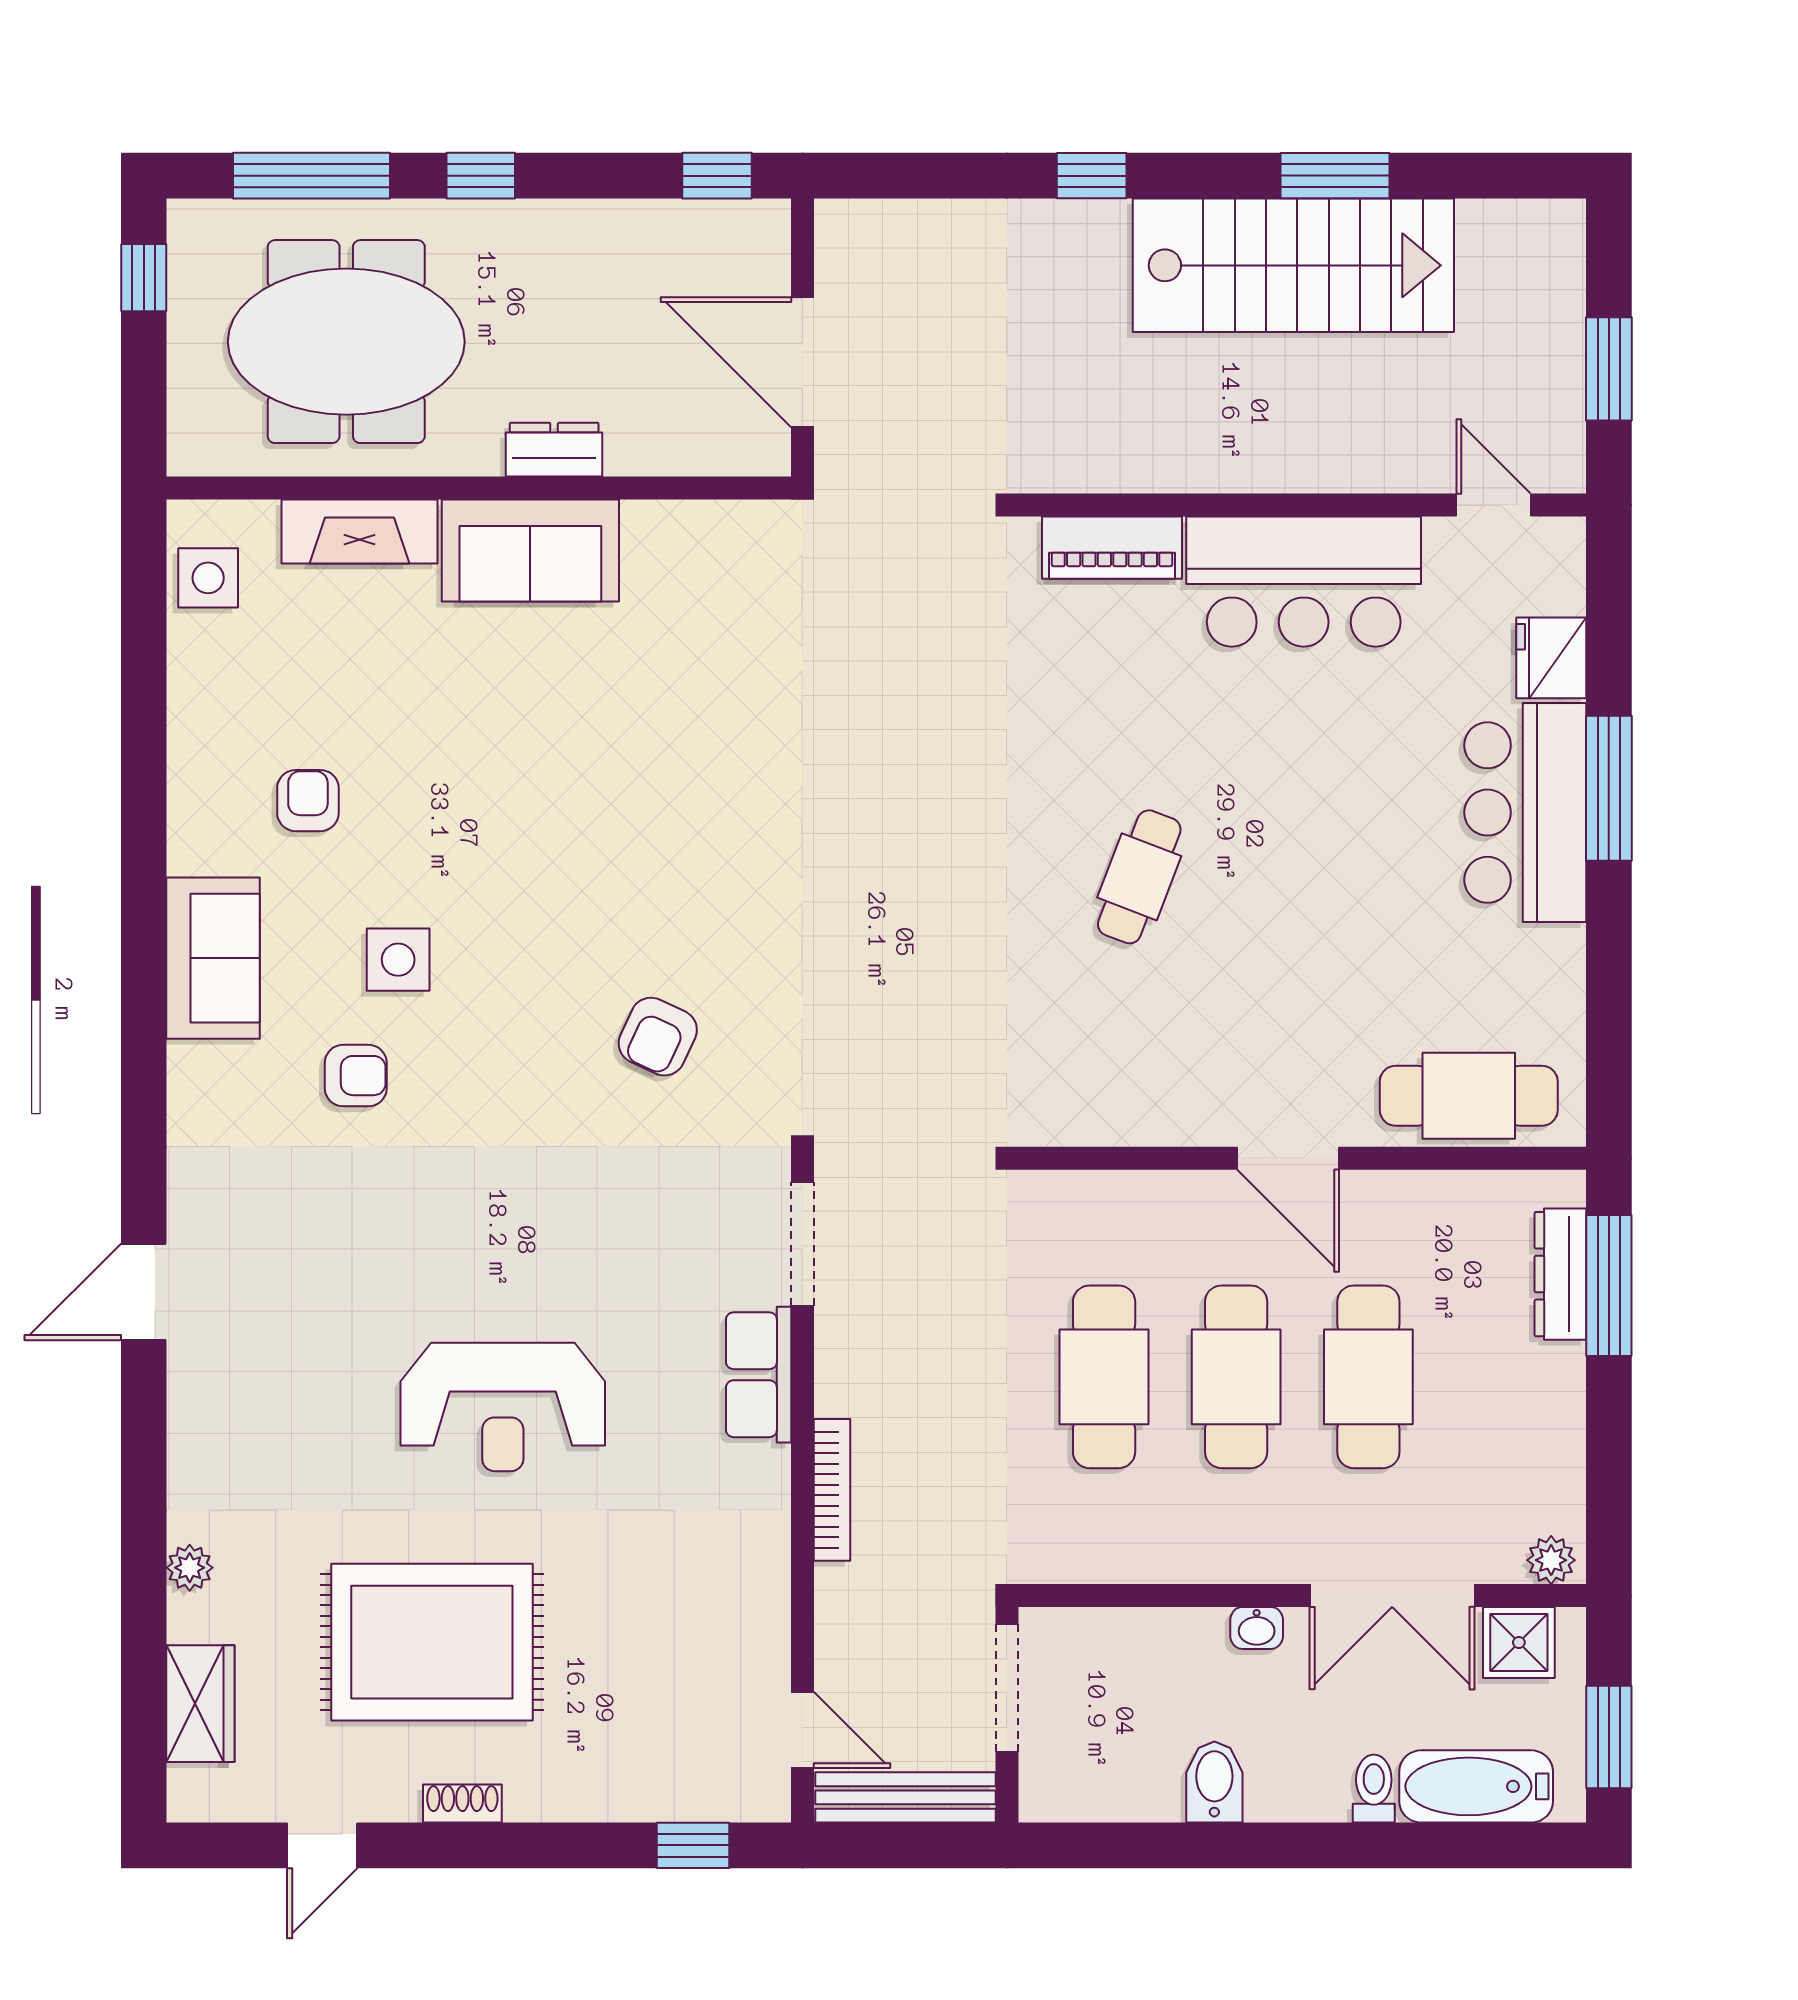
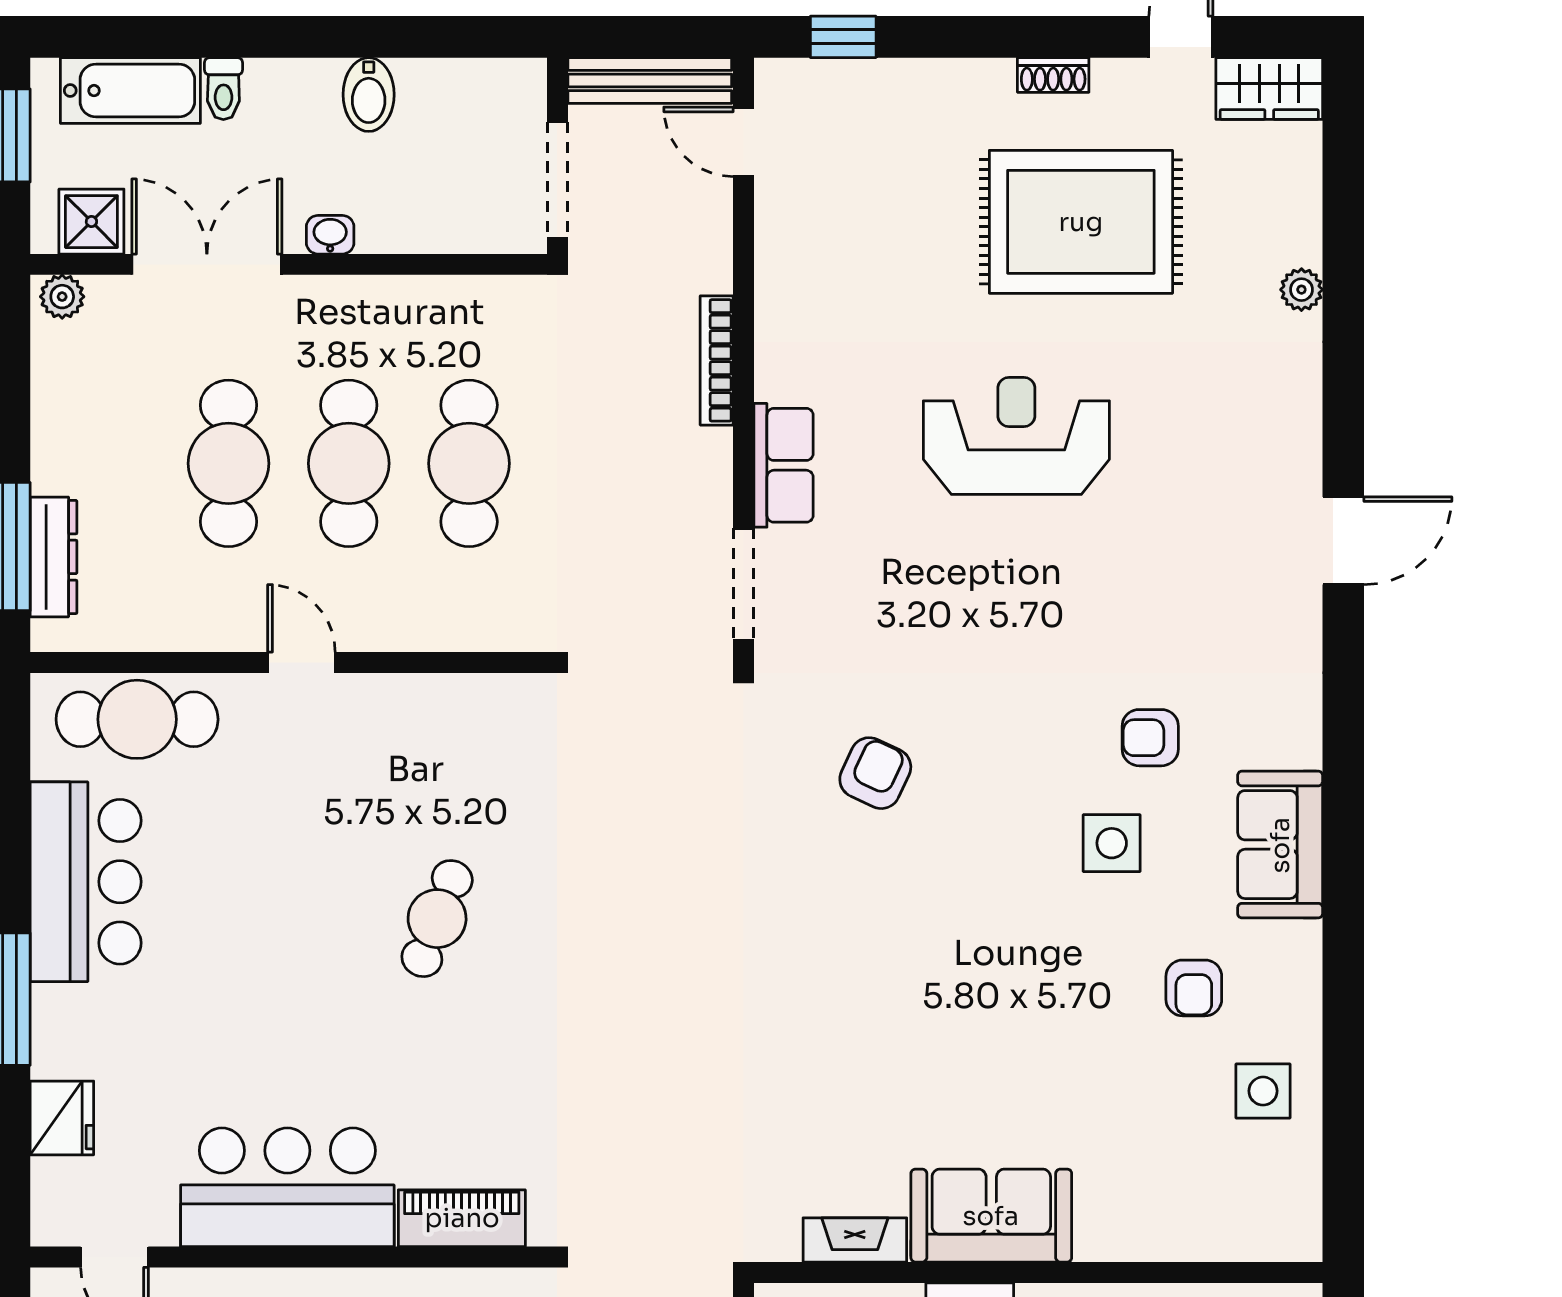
fireplace: (360, 531) -> (855, 1240), moved, width x0.73, depth x0.76
side table: (208, 578) -> (1263, 1091), moved
bar counter: (1525, 813) -> (86, 882), moved
door: (1288, 1158) -> (301, 662), width x0.73
wardrobe: (200, 1704) -> (1269, 88), moved, turned -90

